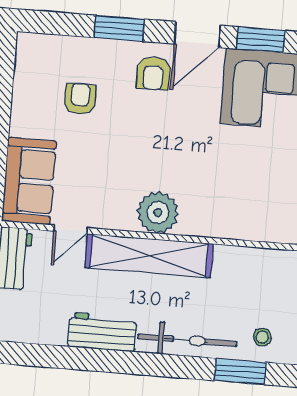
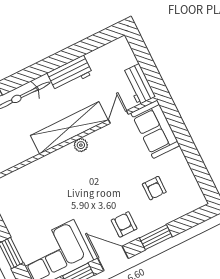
door: (197, 35) -> (113, 258), hinge flipped
plant: (158, 213) -> (81, 145), width x0.53, depth x0.53

